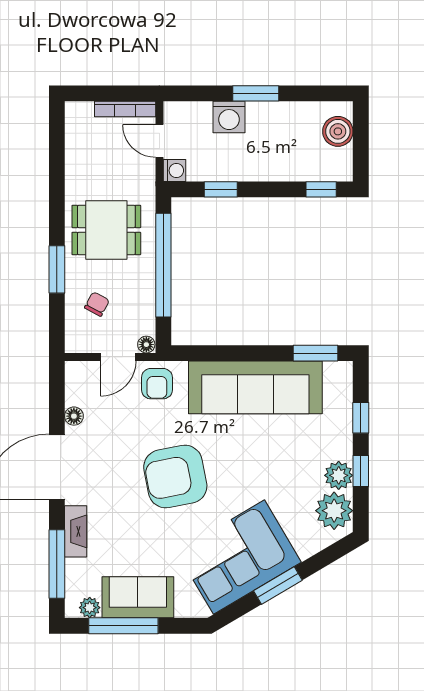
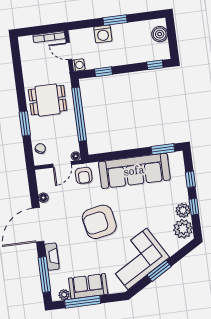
chair: (97, 304) -> (40, 148), moved

